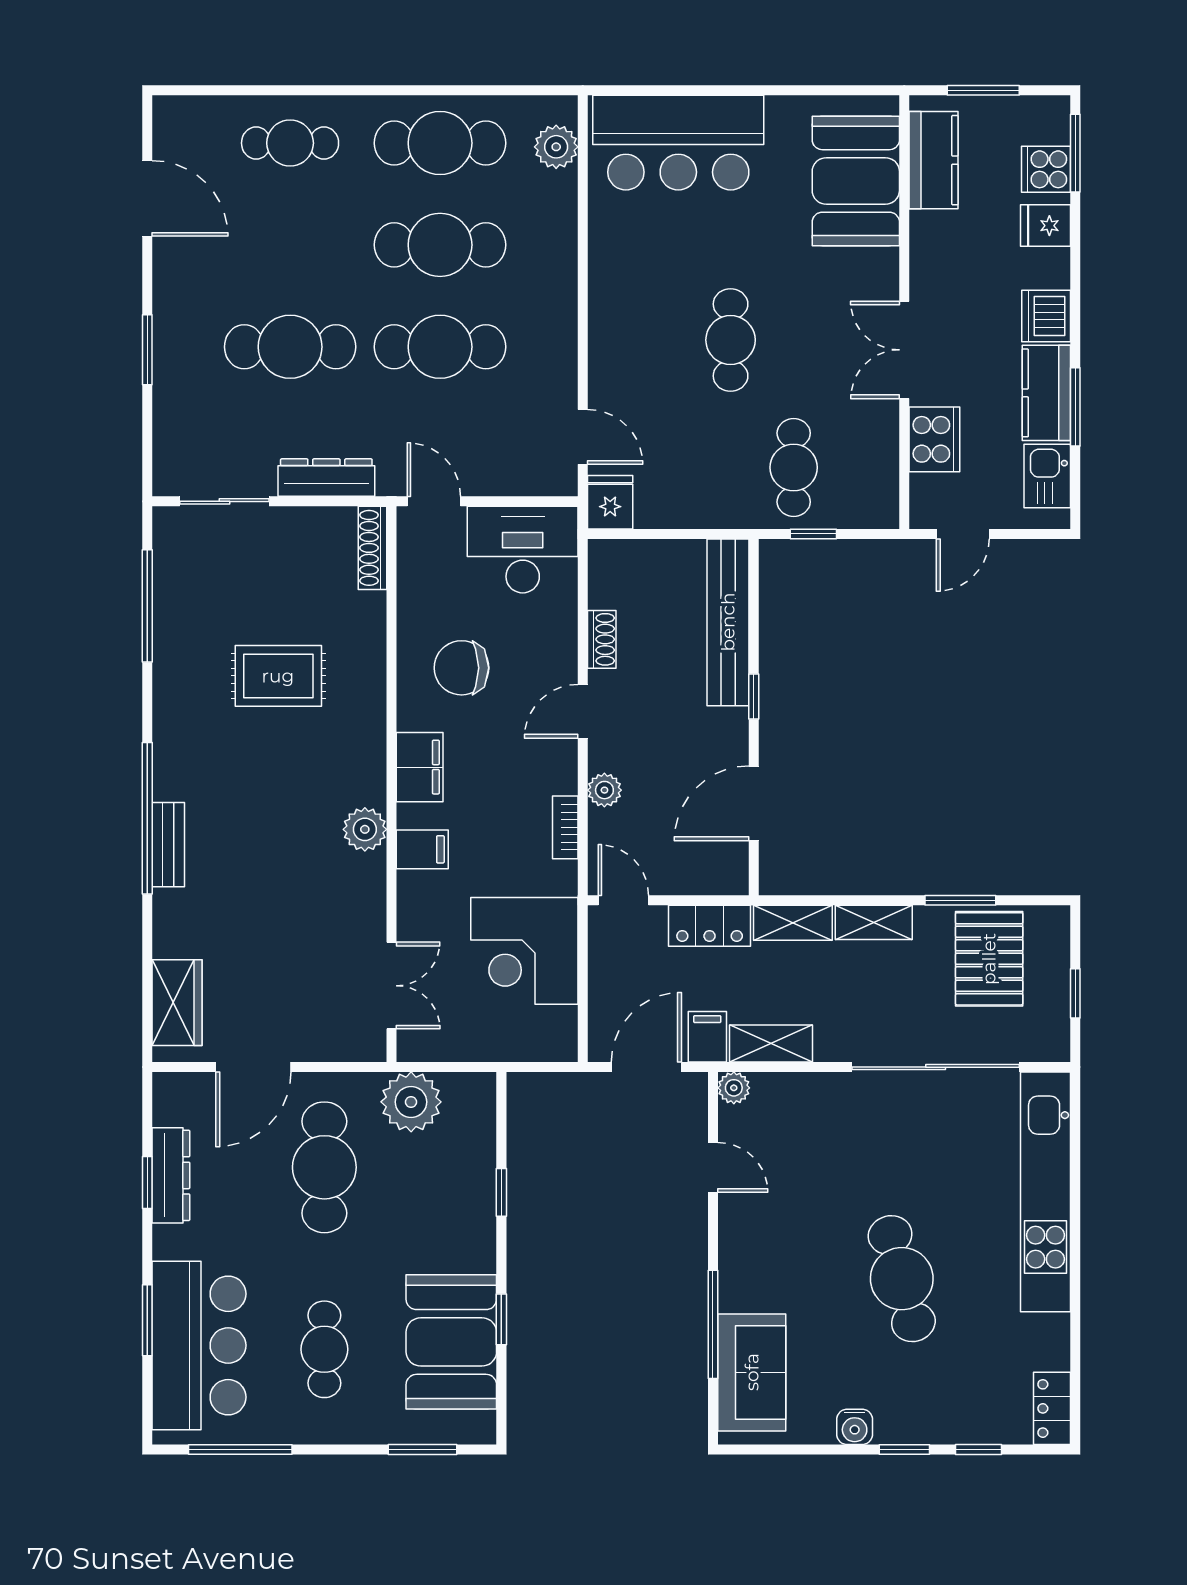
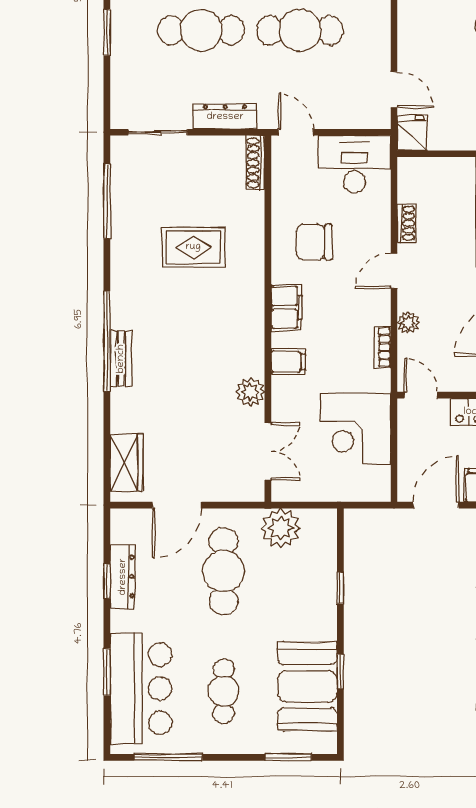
plant: (365, 829) -> (250, 392), moved

